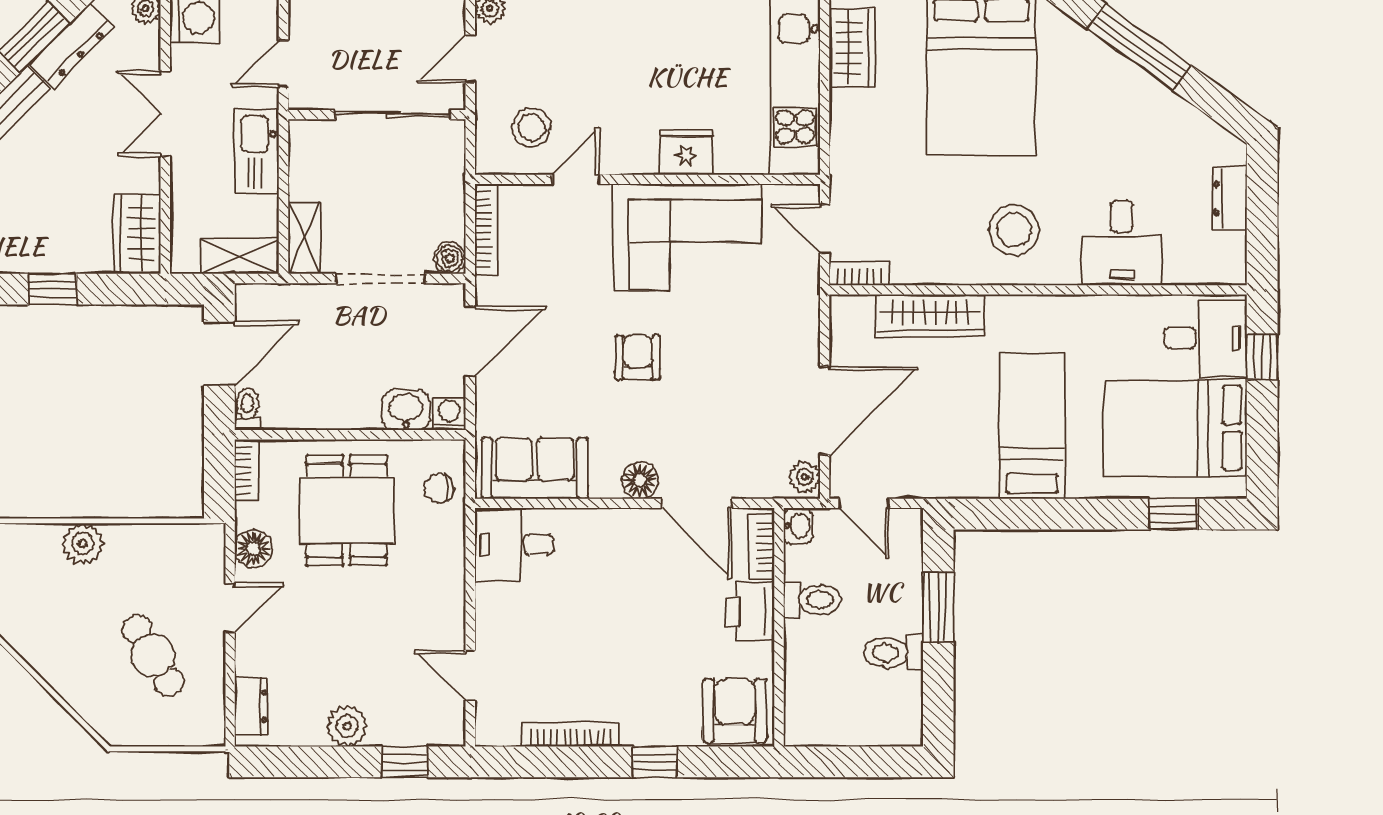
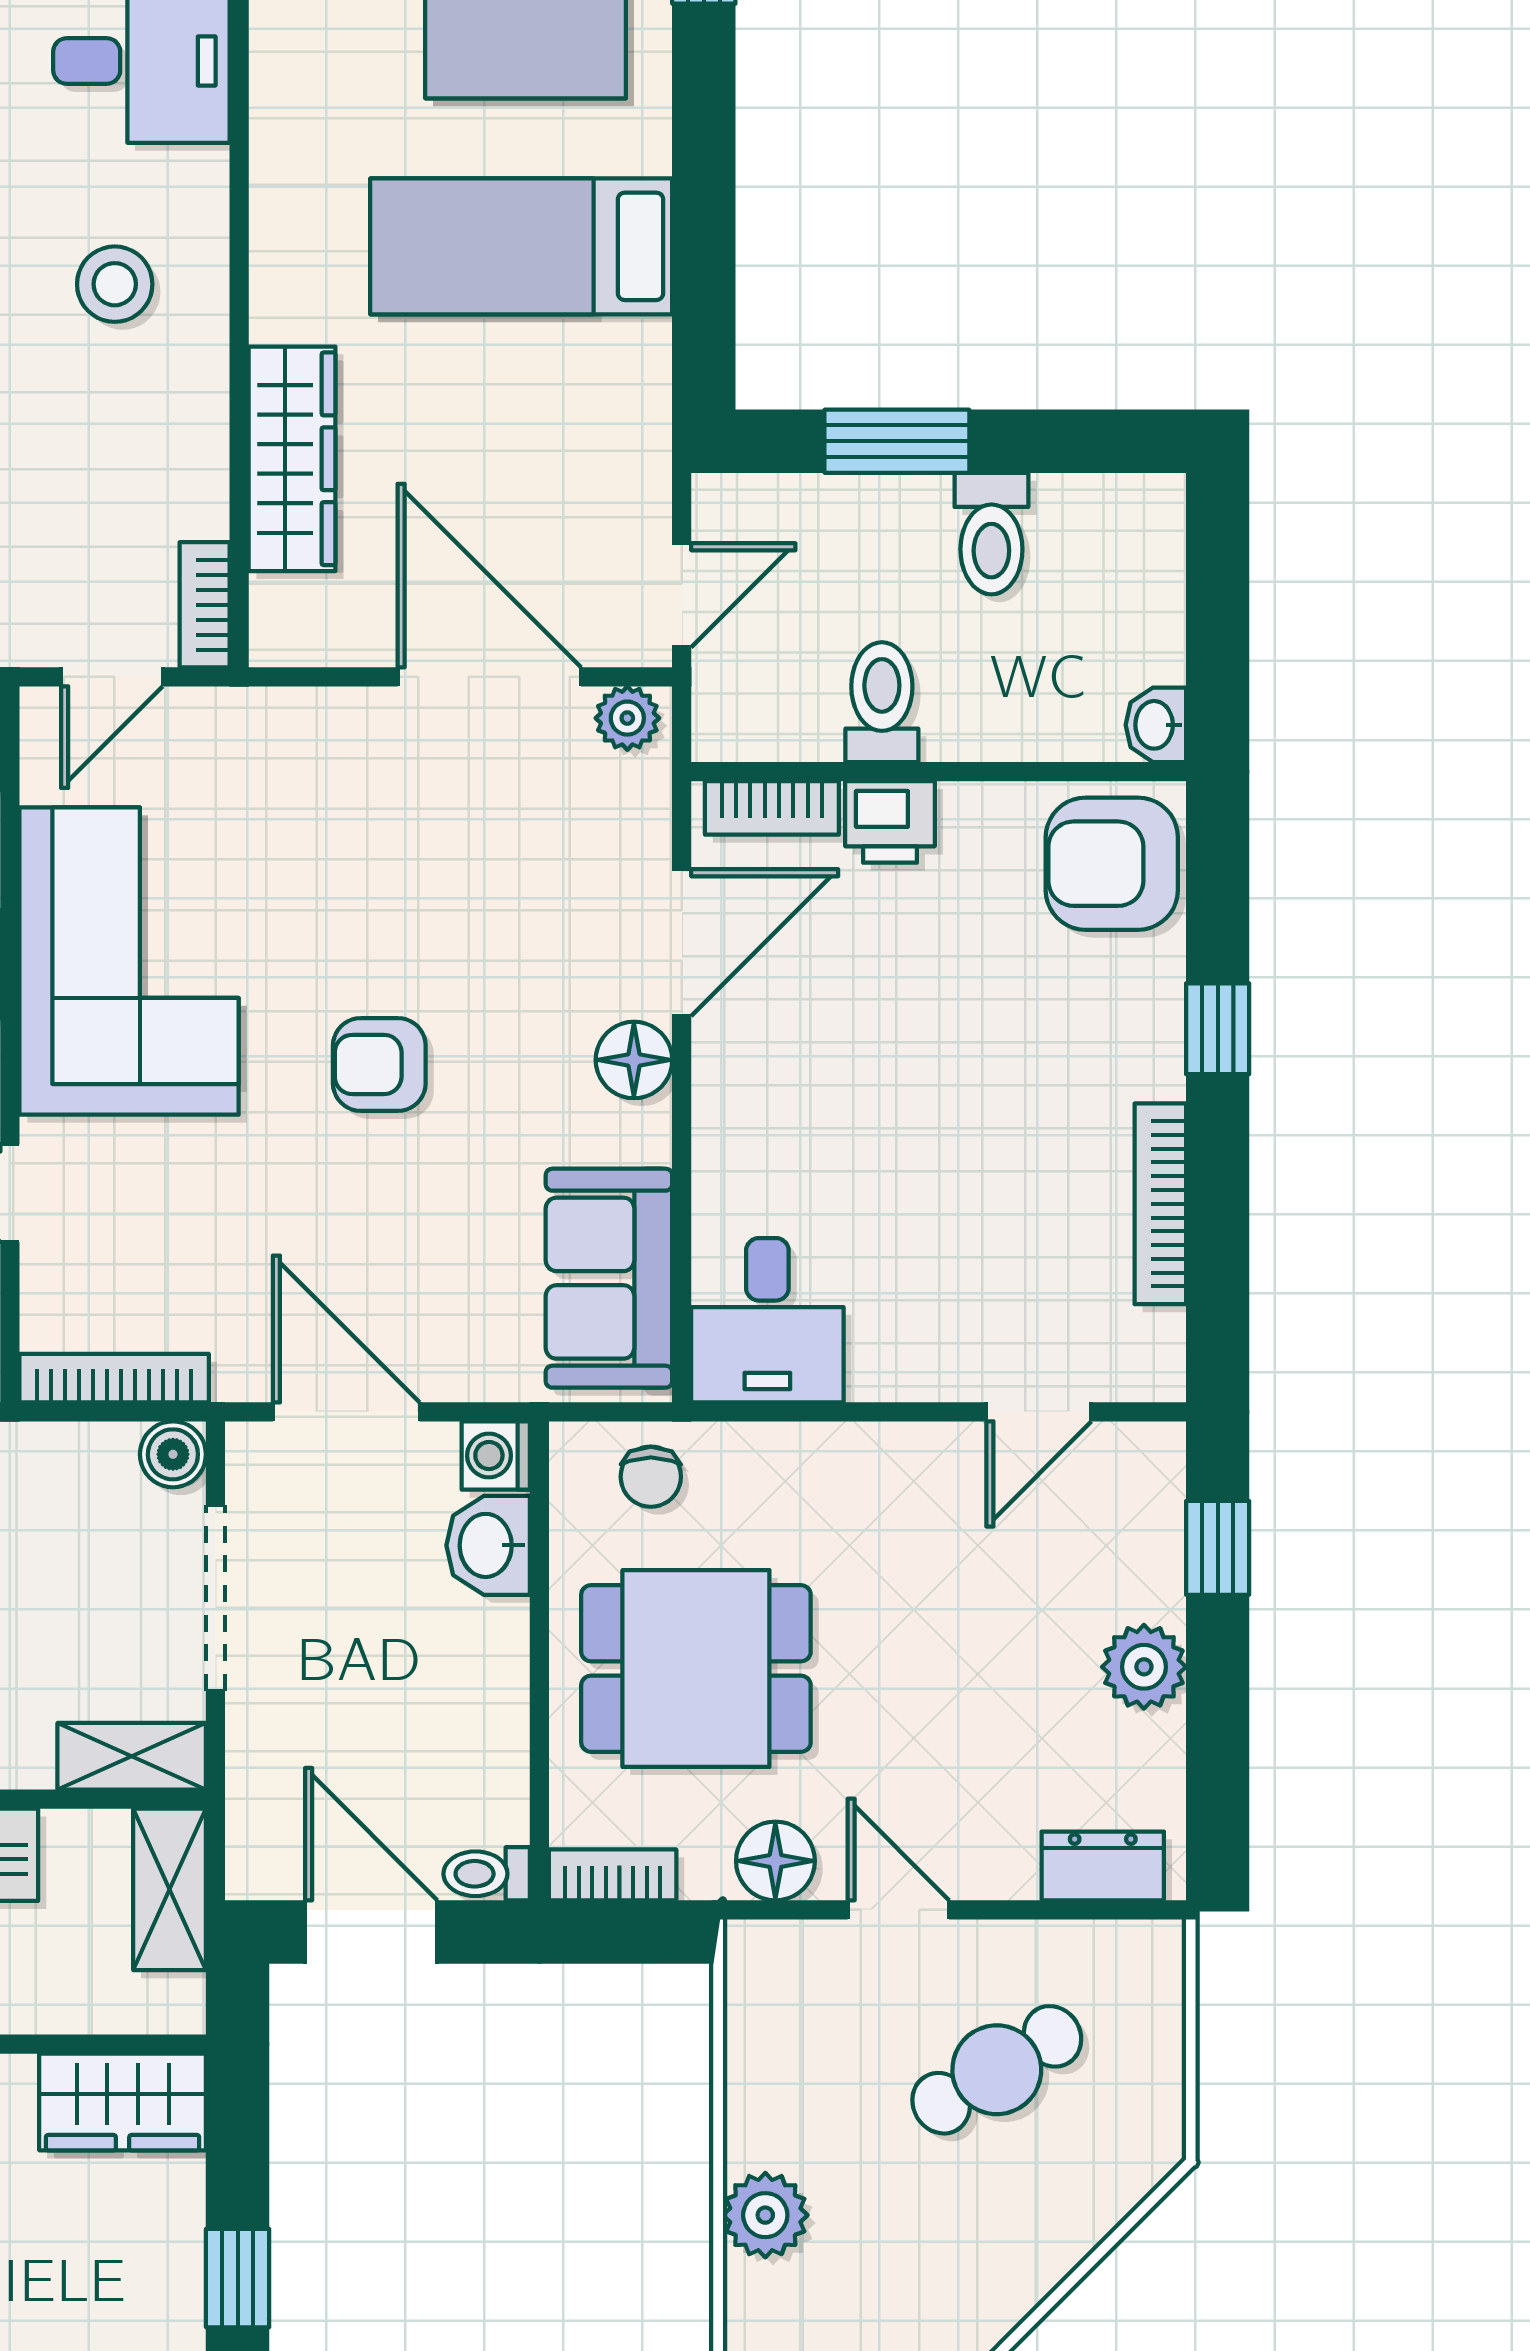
stool: (1014, 230) -> (115, 284), width x0.73, depth x0.73
washbasin: (798, 526) -> (1156, 725), moved, turned -90
printer: (750, 612) -> (890, 822), width x0.73, depth x0.81

